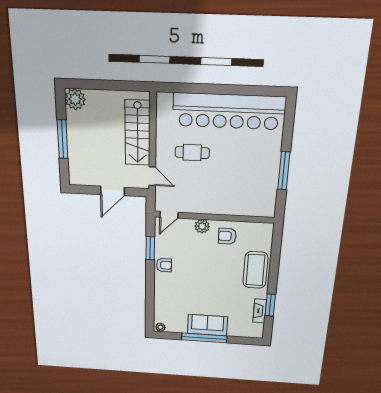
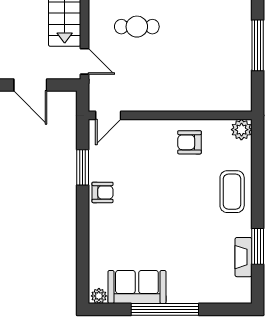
door: (113, 191) -> (30, 85), hinge flipped
plant: (202, 226) -> (241, 130), moved
coffee table: (255, 270) -> (232, 192), width x0.73, depth x0.76
sofa: (207, 325) -> (137, 287), moved

